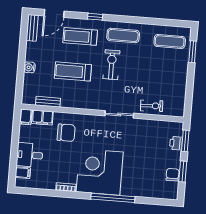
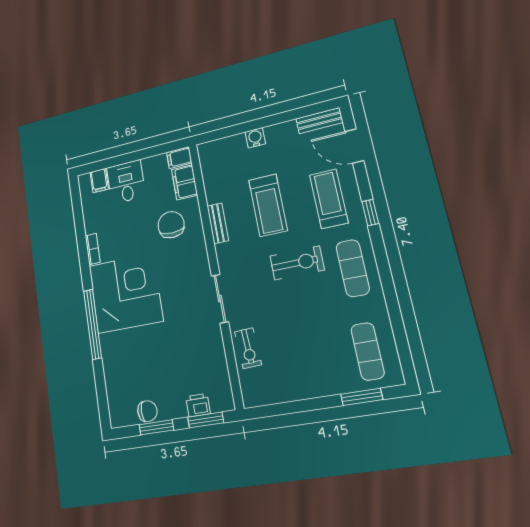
treadmill: (73, 71) -> (268, 205), turned 180
bench: (48, 102) -> (218, 223), moved
chair: (66, 133) -> (171, 225), turned 180

